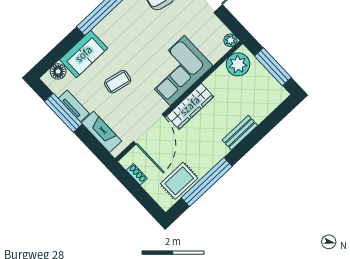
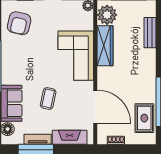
wardrobe: (190, 106) -> (105, 46), moved
bench: (240, 133) -> (150, 33), moved

